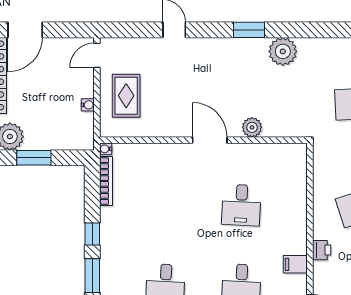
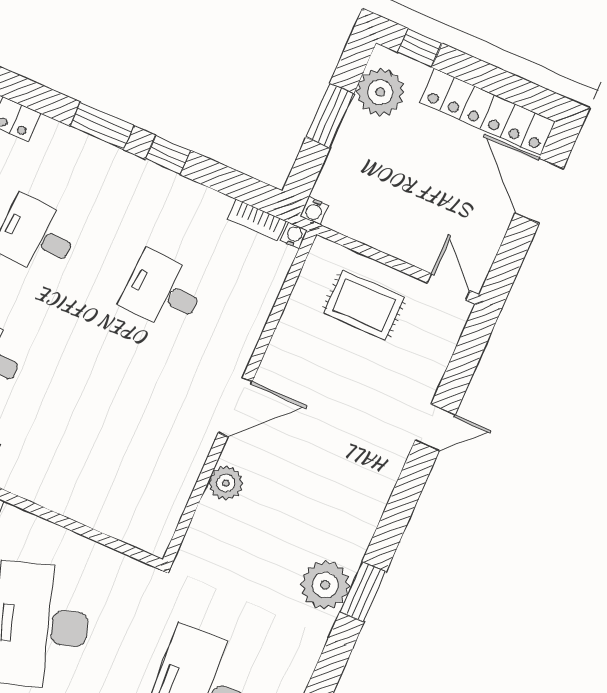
window: (249, 30) -> (363, 592), moved
water cooler: (88, 105) -> (314, 211), moved
bookcase: (106, 181) -> (257, 220), width x0.64
desk: (241, 205) -> (163, 291), moved

